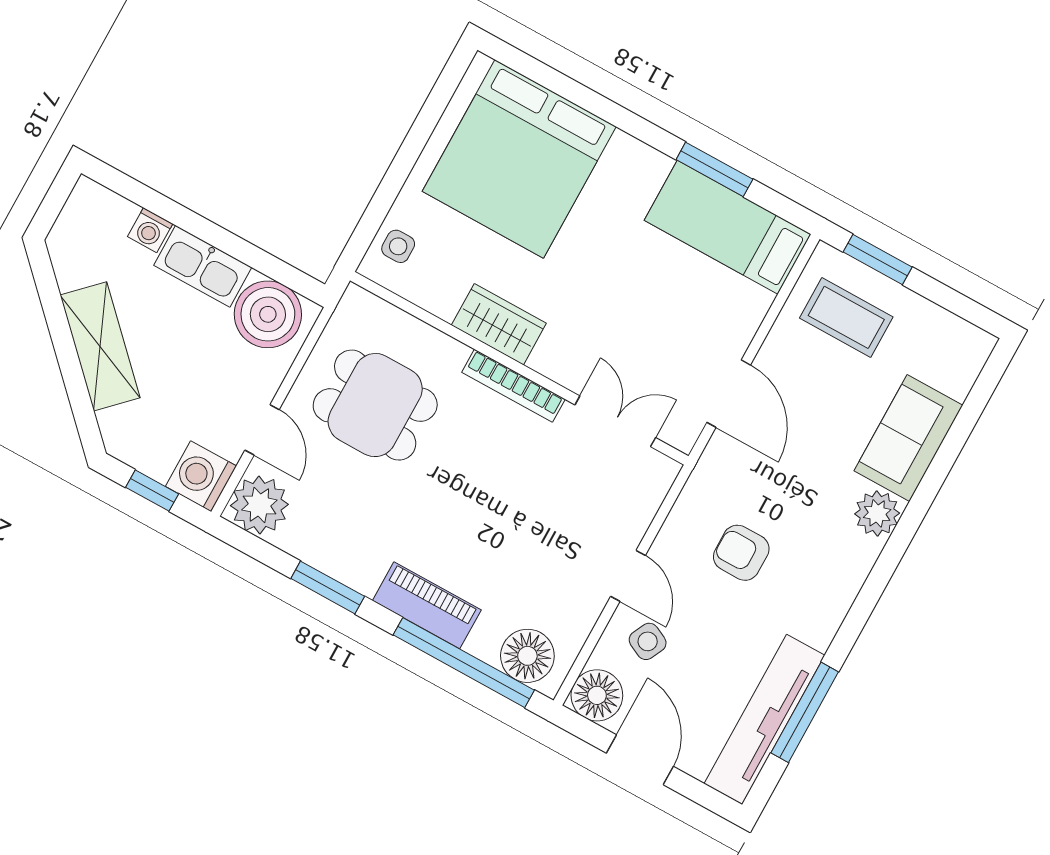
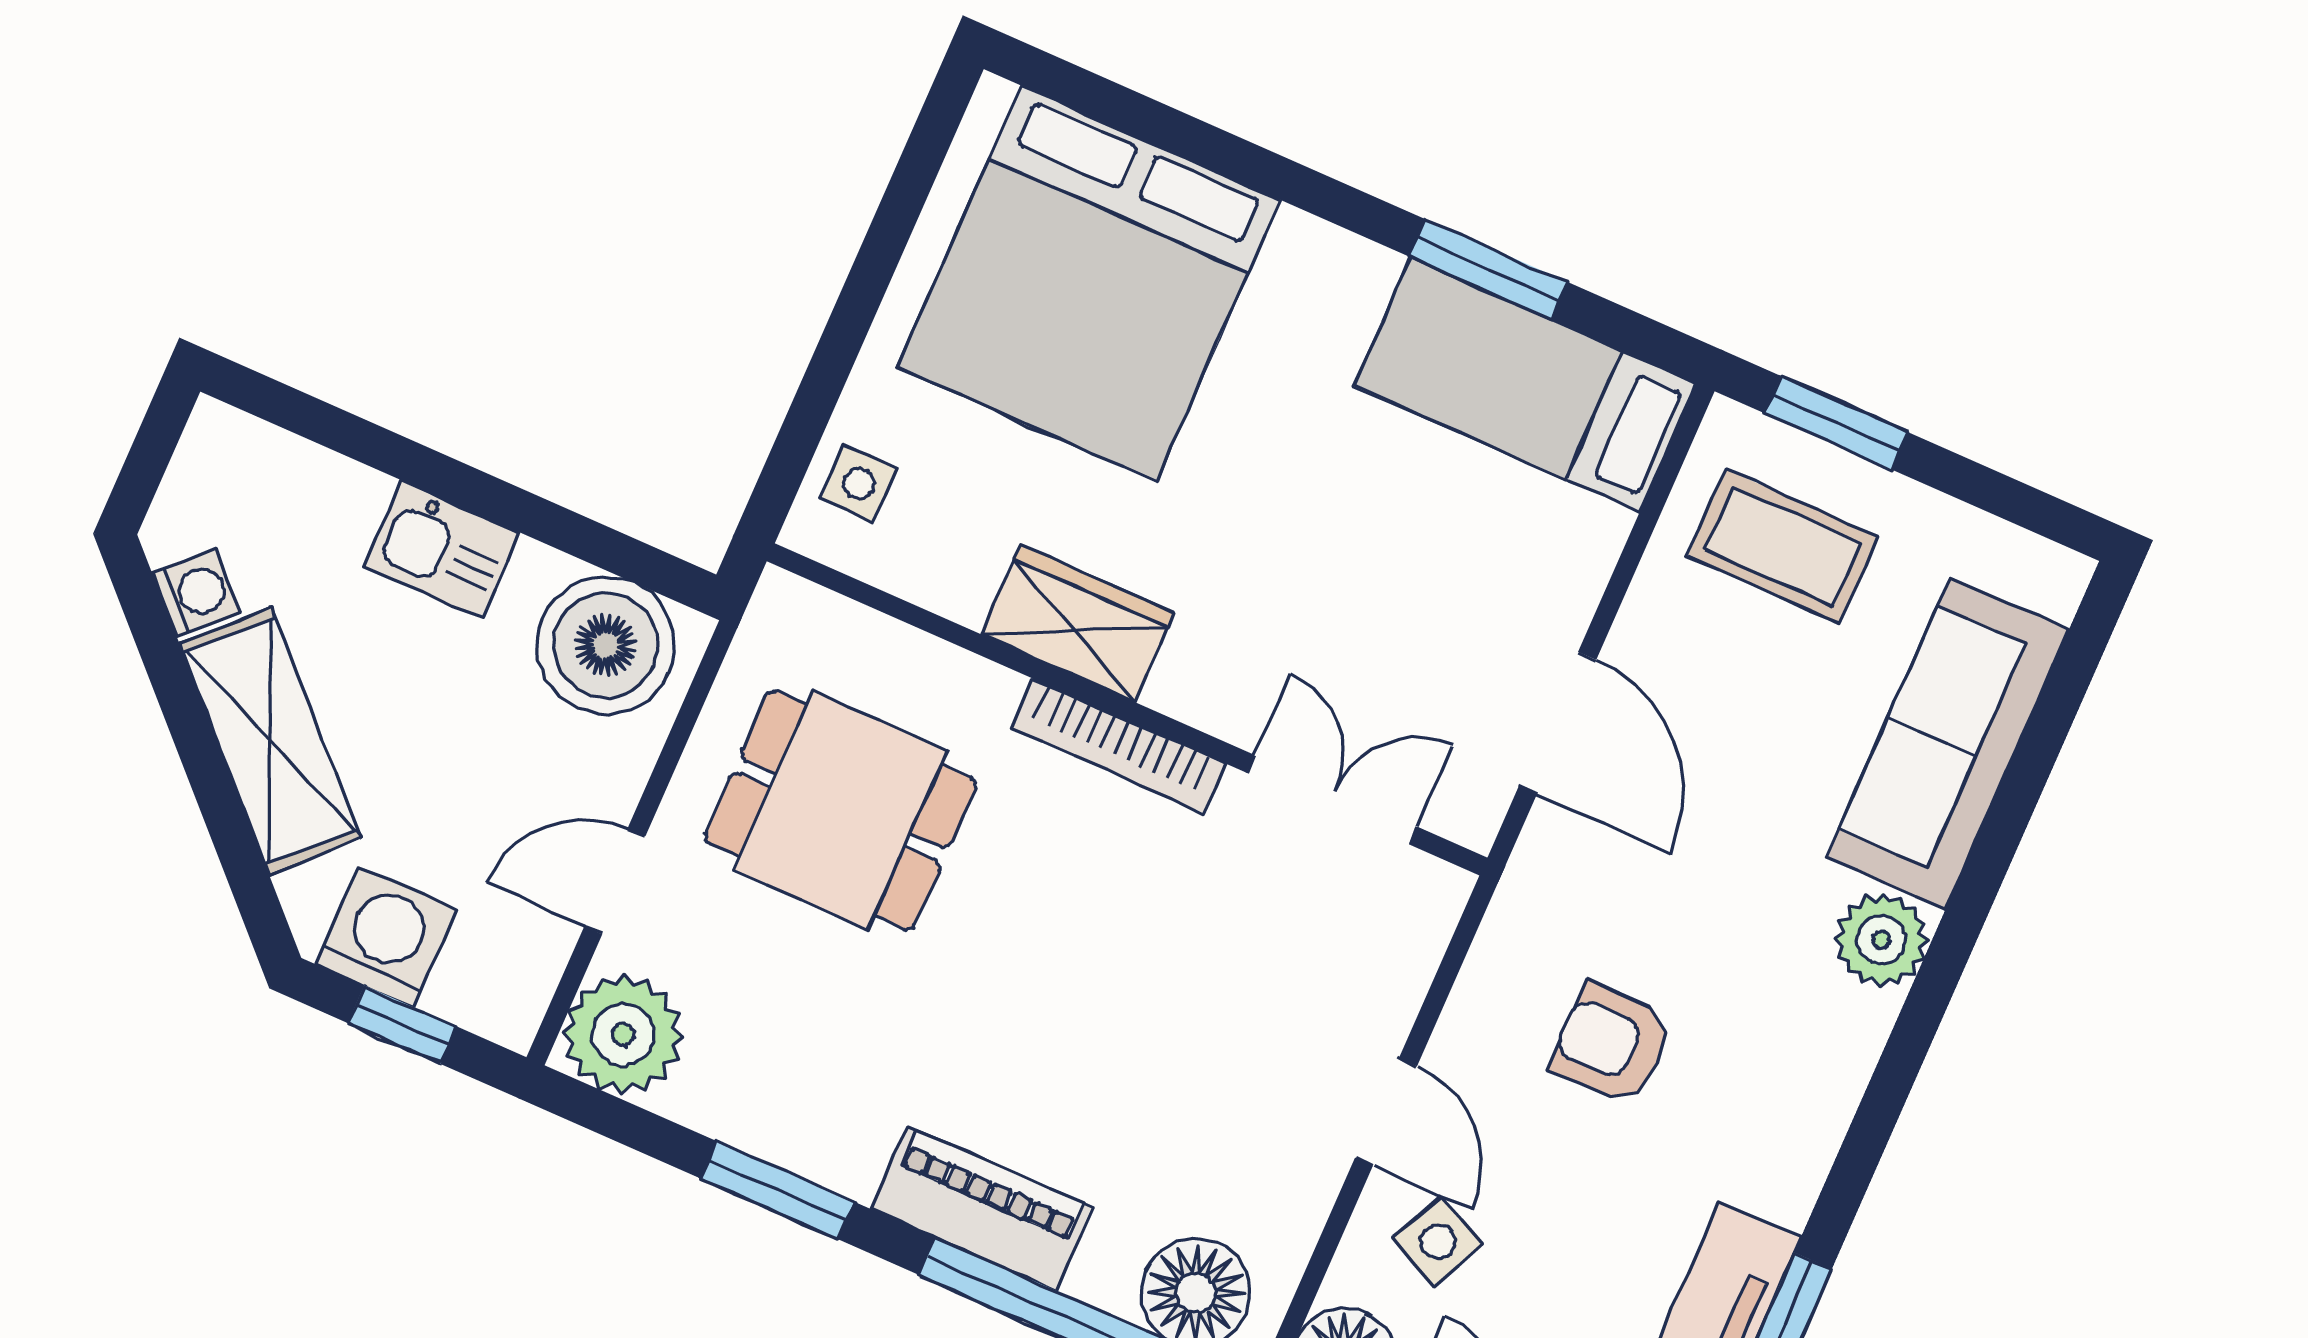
washing machine: (150, 230) -> (197, 593), moved, turned -135
kitchen sink: (203, 266) -> (442, 549), width x0.73
door: (262, 430) -> (615, 881), swing flipped
sofa: (908, 438) -> (1948, 743), width x1.36
washing machine: (201, 476) -> (386, 937), moved, turned 90

